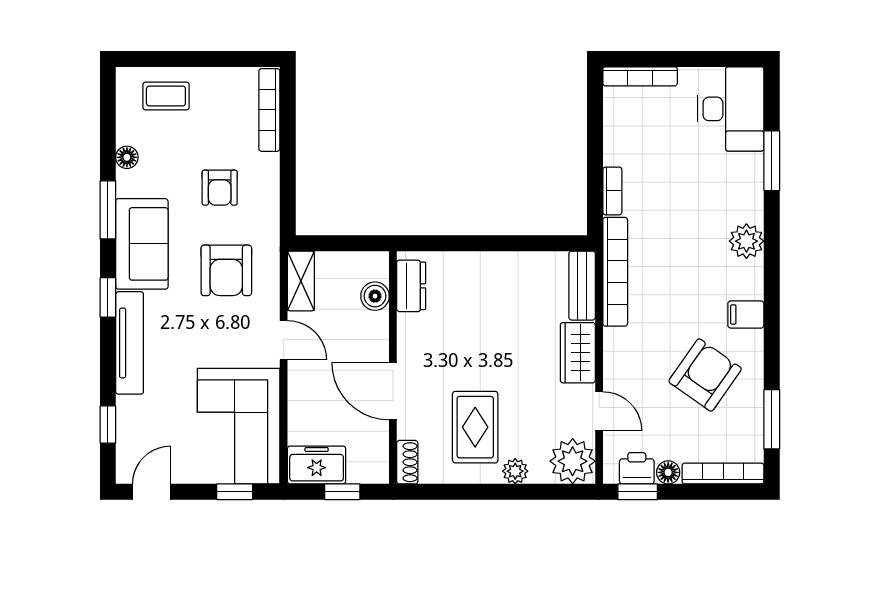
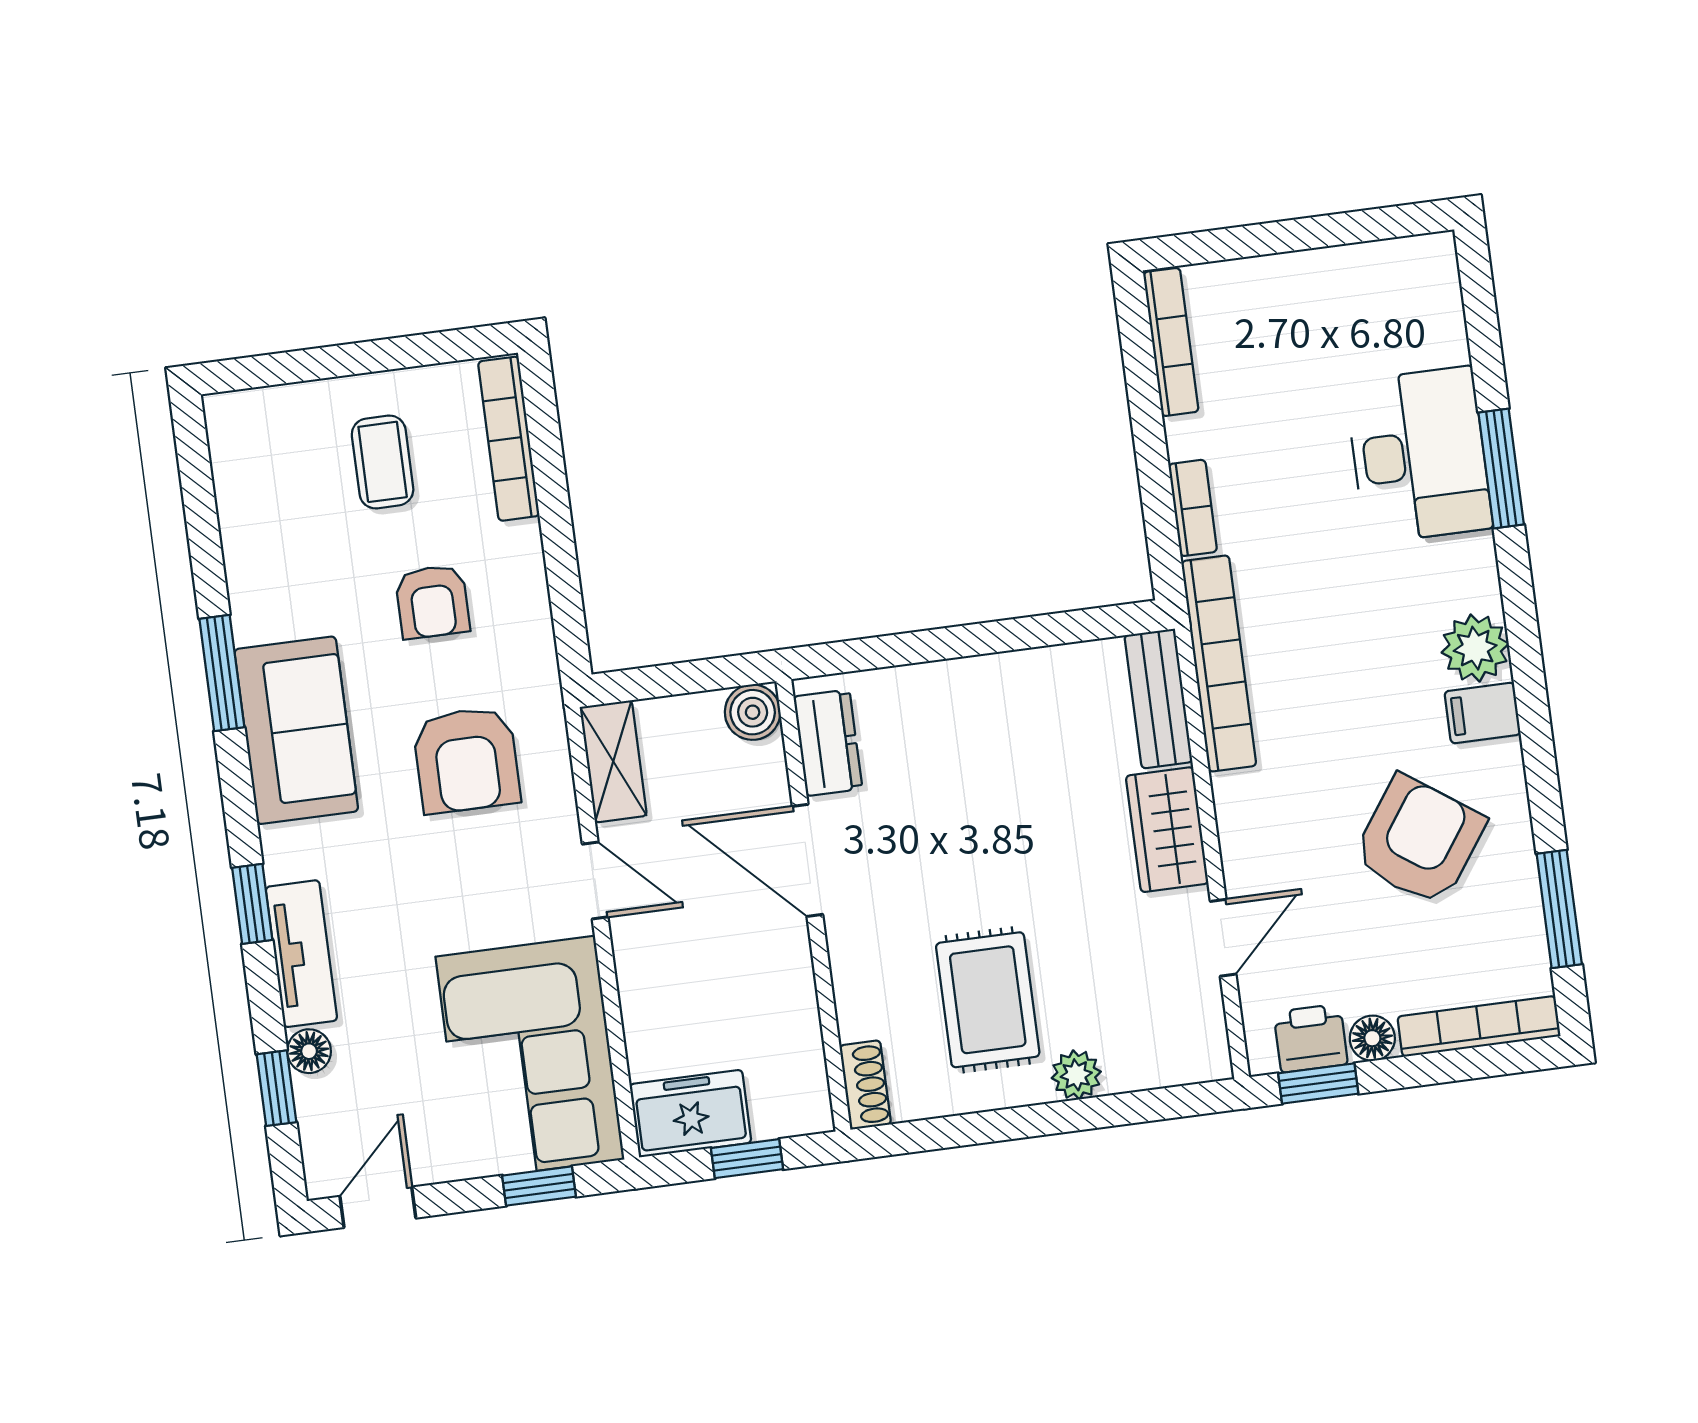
bookcase: (640, 76) -> (1171, 342), moved, turned -90
coffee table: (166, 96) -> (383, 462), moved, turned 90
desk: (731, 109) -> (1419, 455), moved
floor lamp: (127, 157) -> (309, 1051), moved
window: (772, 161) -> (1501, 469), moved
plant: (746, 241) -> (1475, 648), moved
boiler: (375, 296) -> (753, 712), moved
window: (108, 297) -> (252, 904), moved
tv unit: (130, 343) -> (301, 954), width x0.71
door: (393, 391) -> (807, 860), moved
door: (599, 411) -> (1223, 938), hinge flipped
plant: (573, 461) -> (1185, 1041), removed

